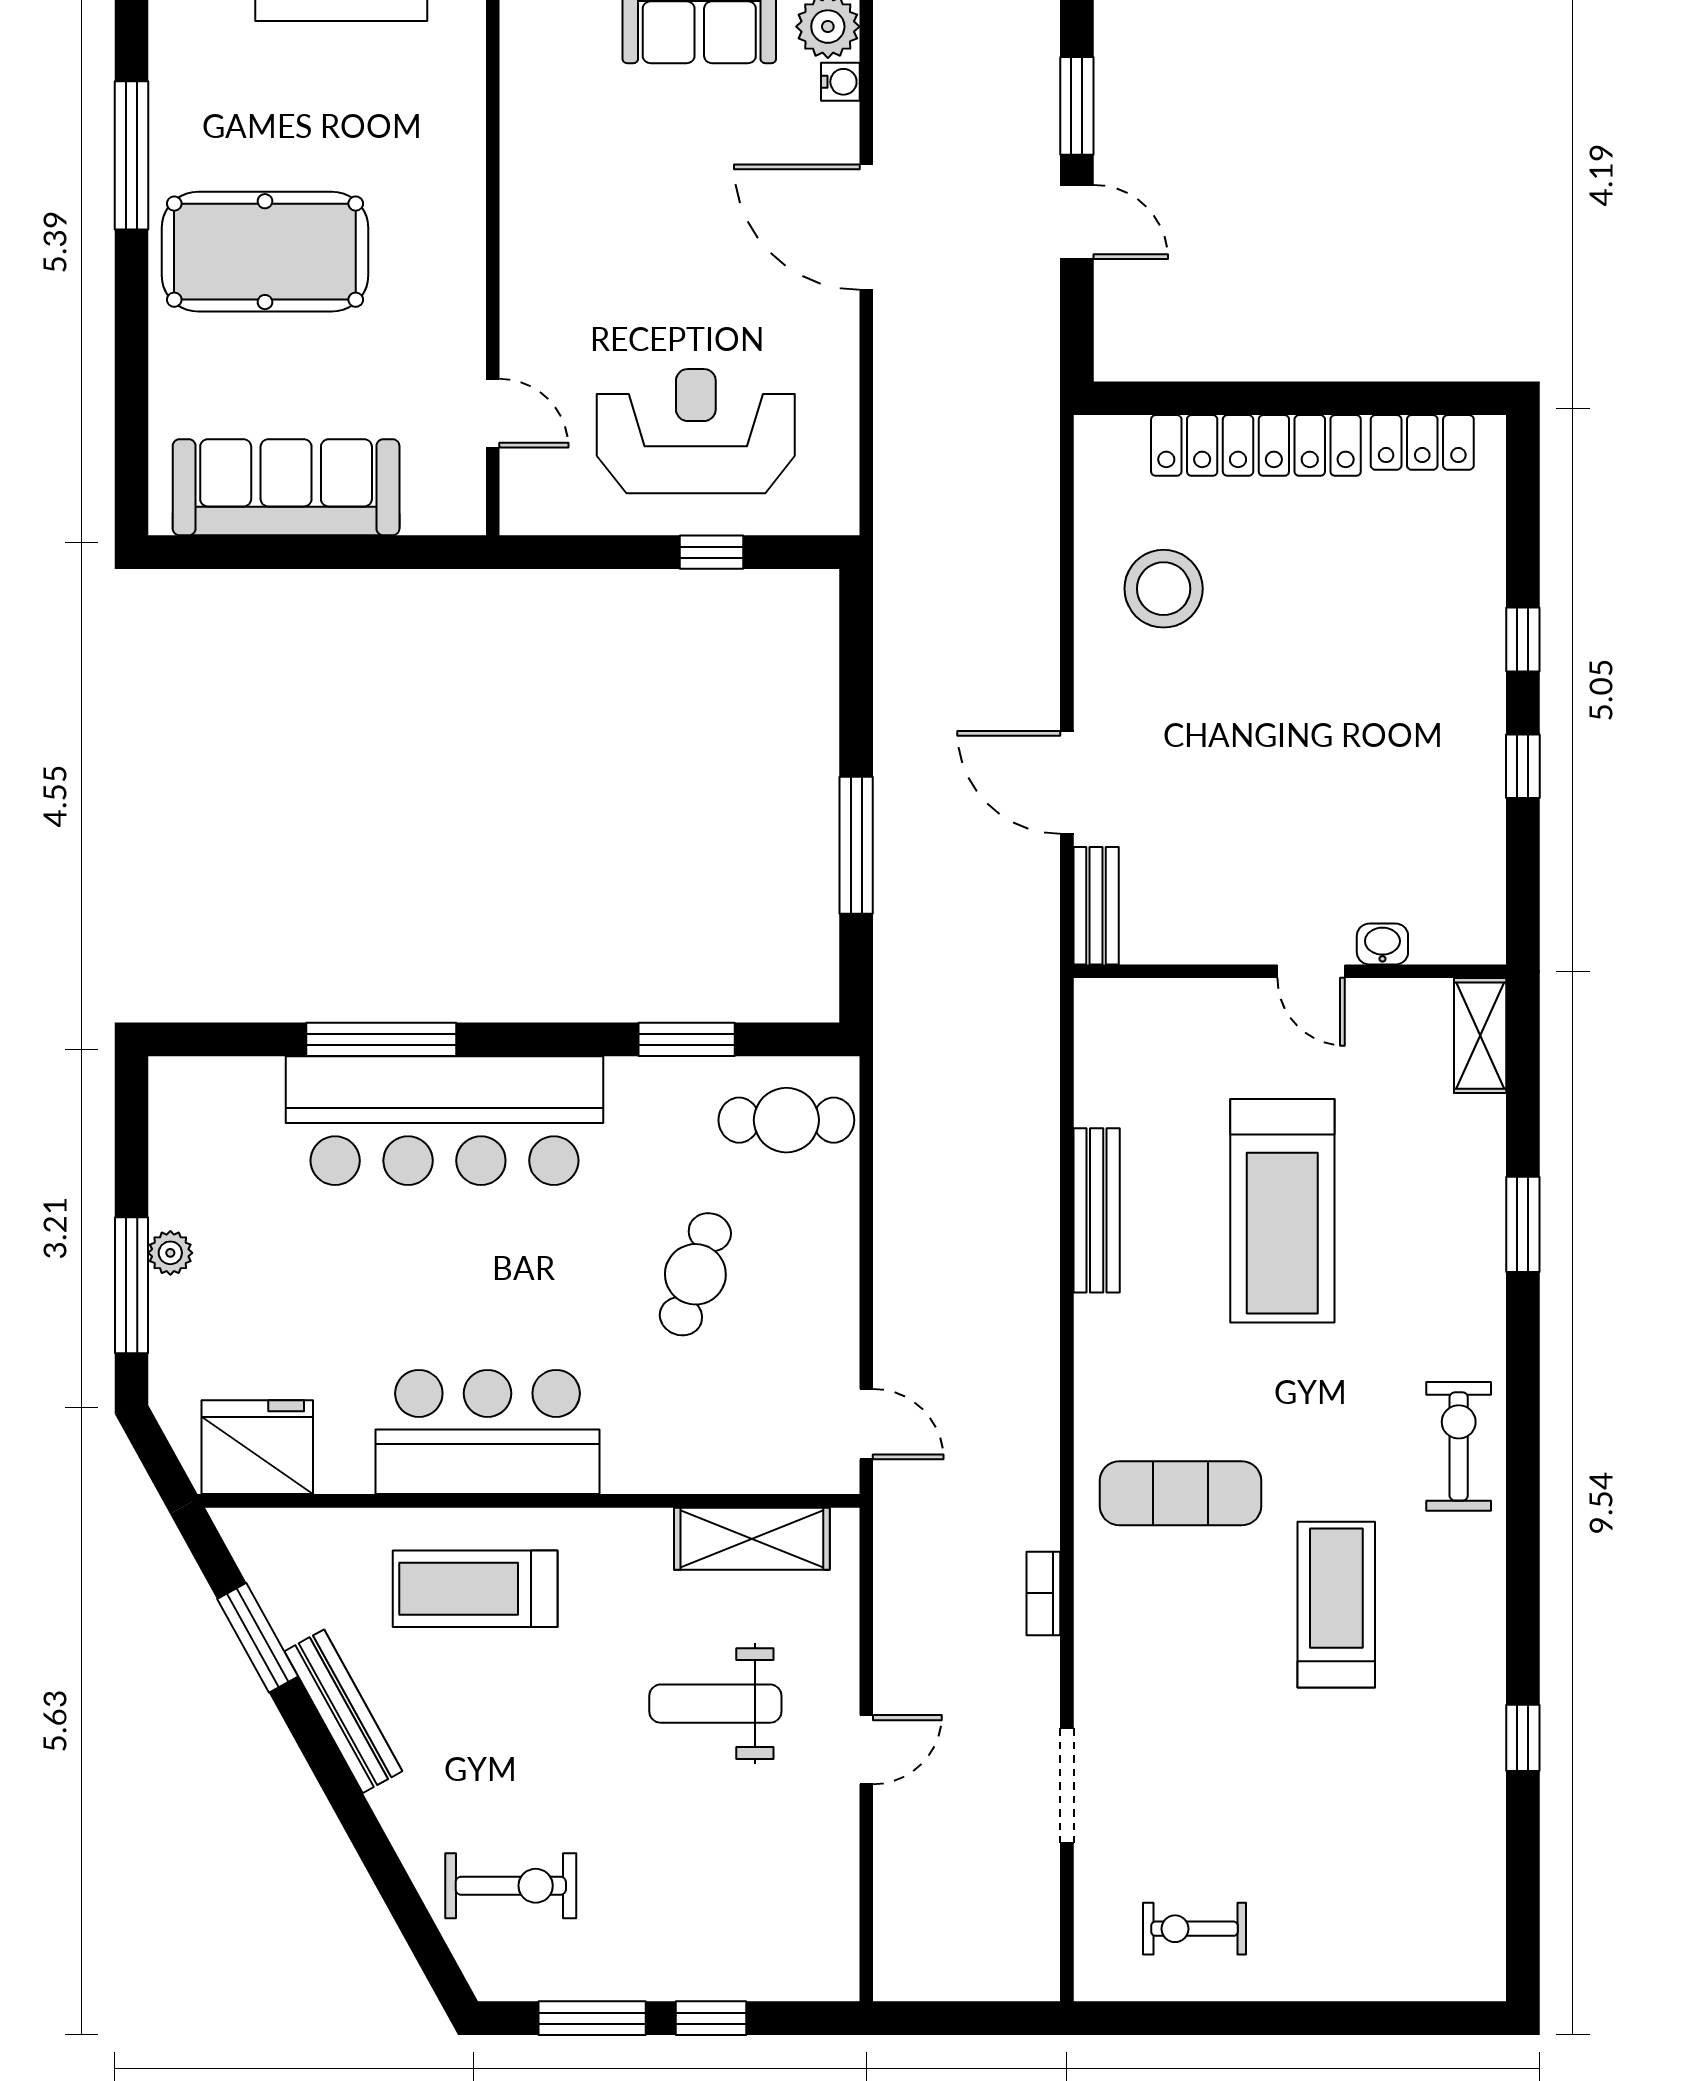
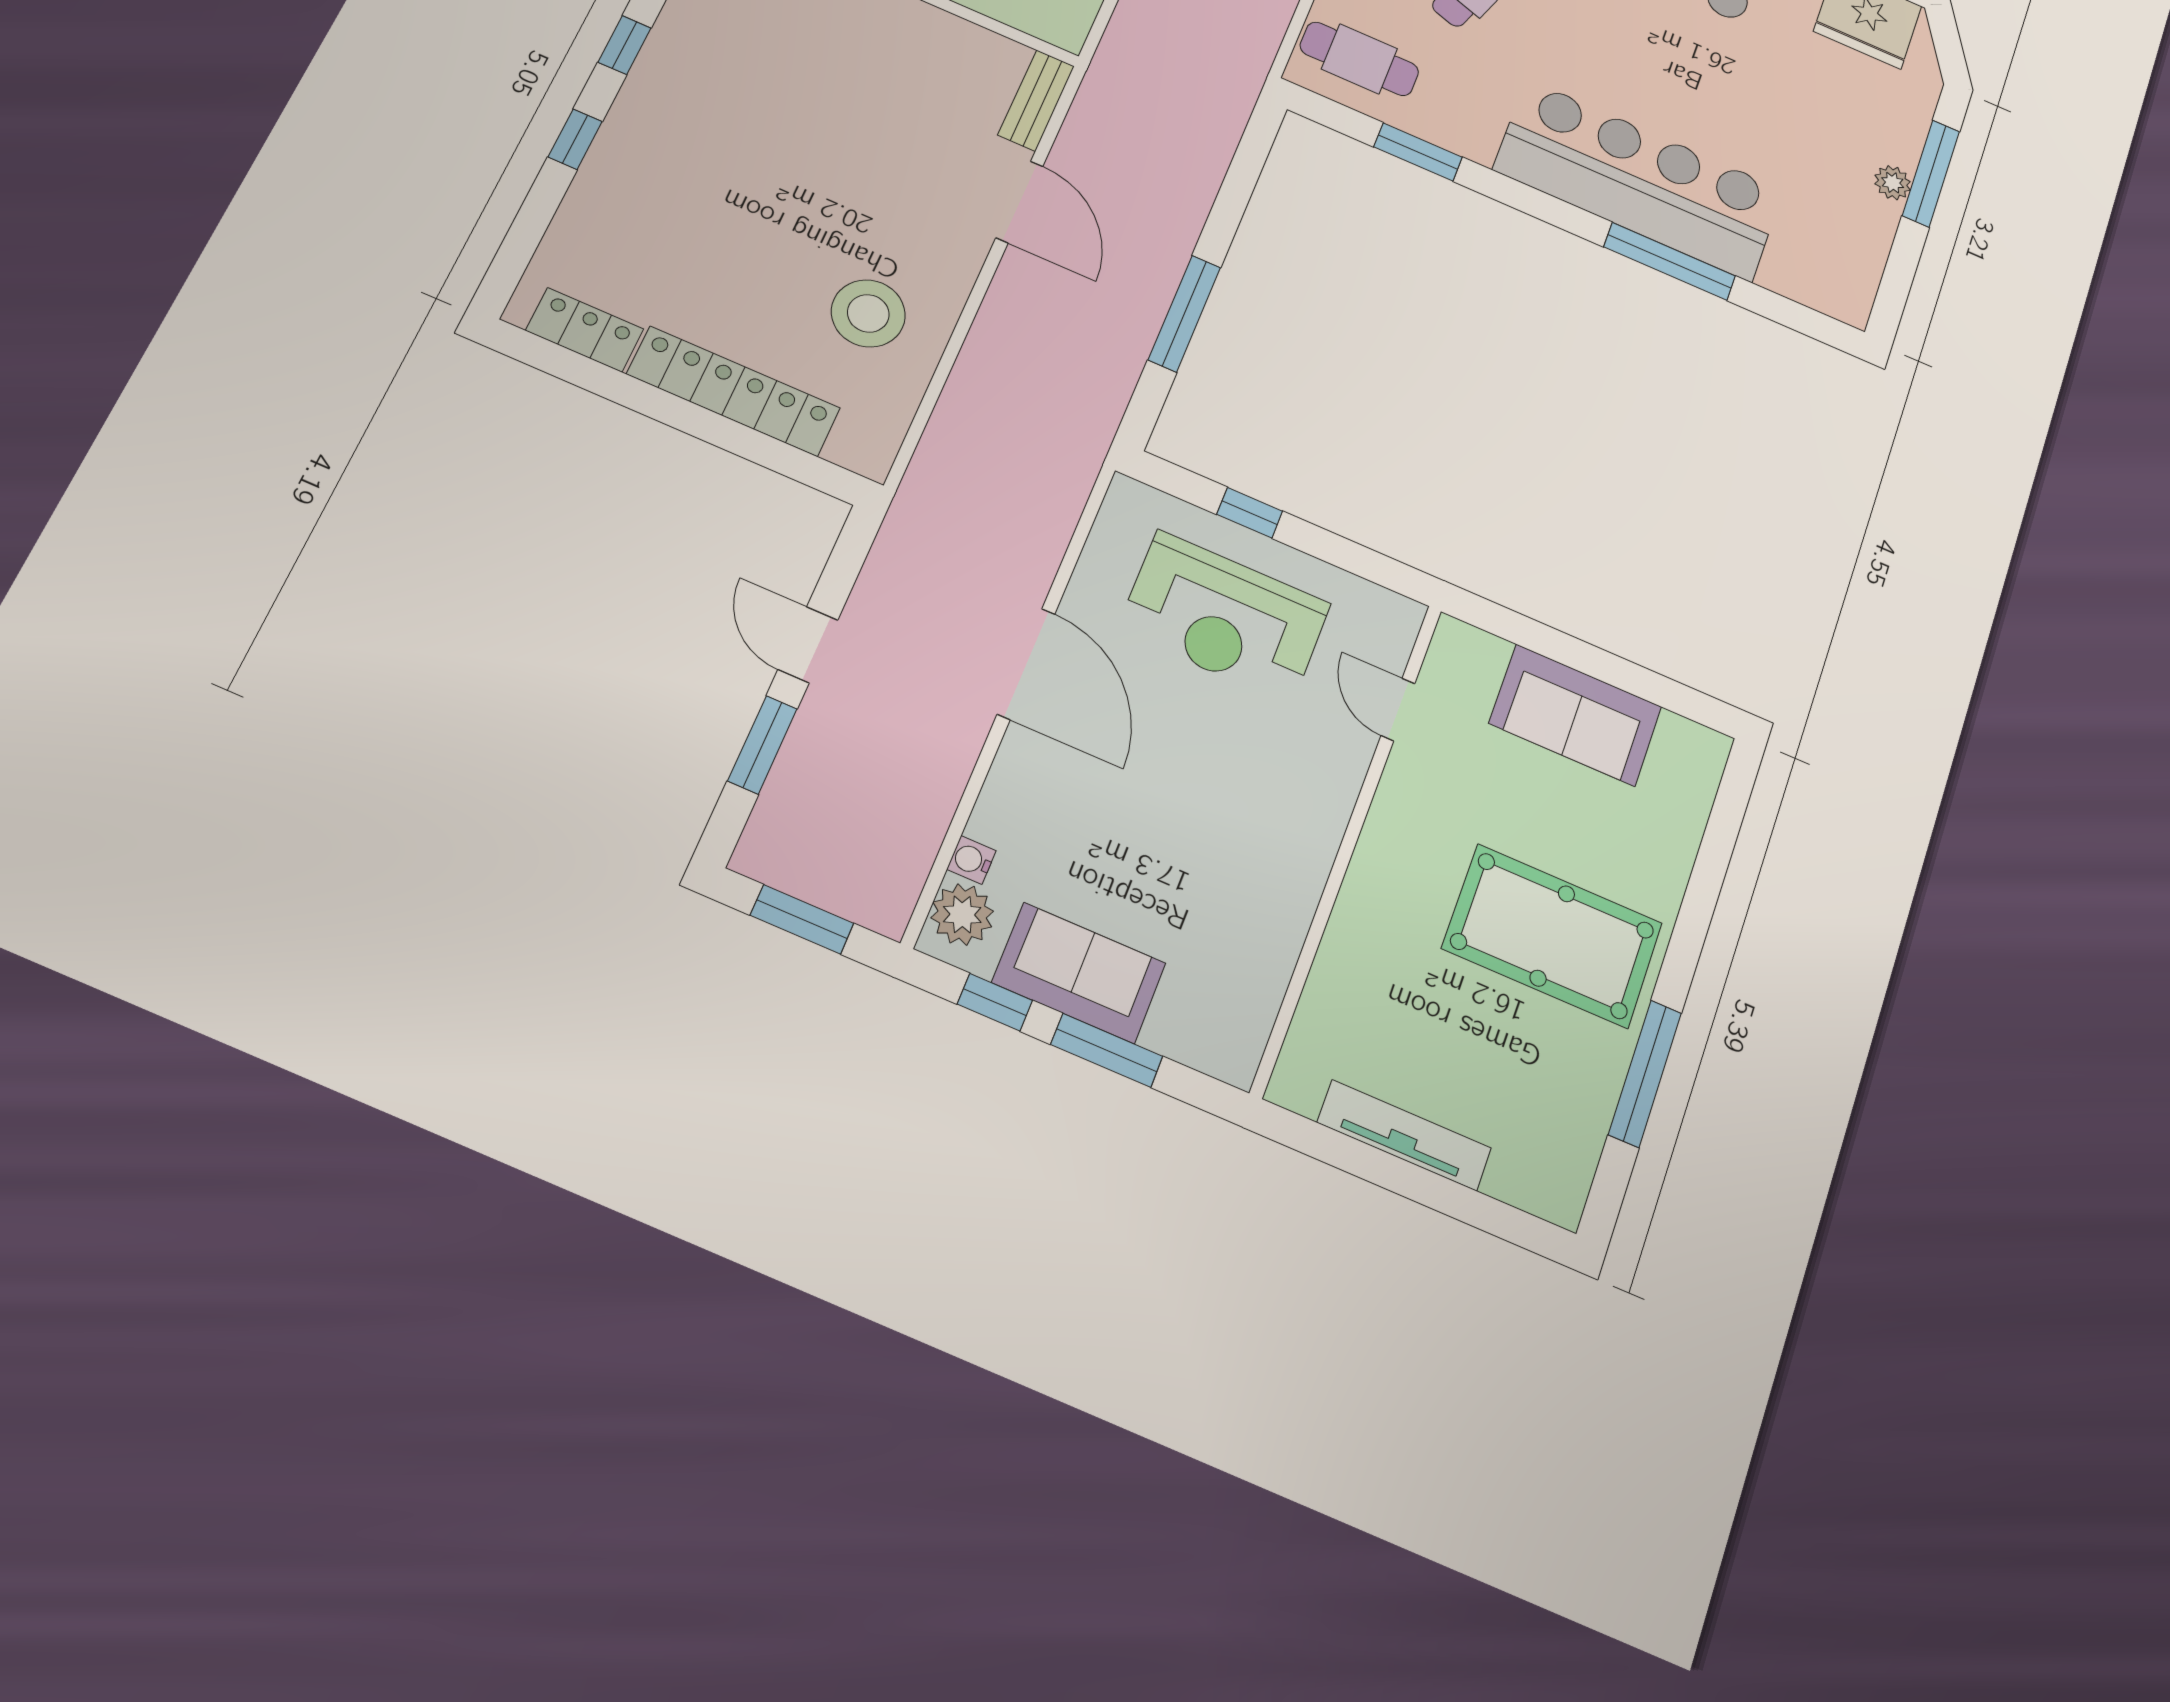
door: (866, 227) -> (1026, 664), moved
sofa: (286, 487) -> (1575, 715), width x0.73
window: (856, 845) -> (1184, 314), moved

